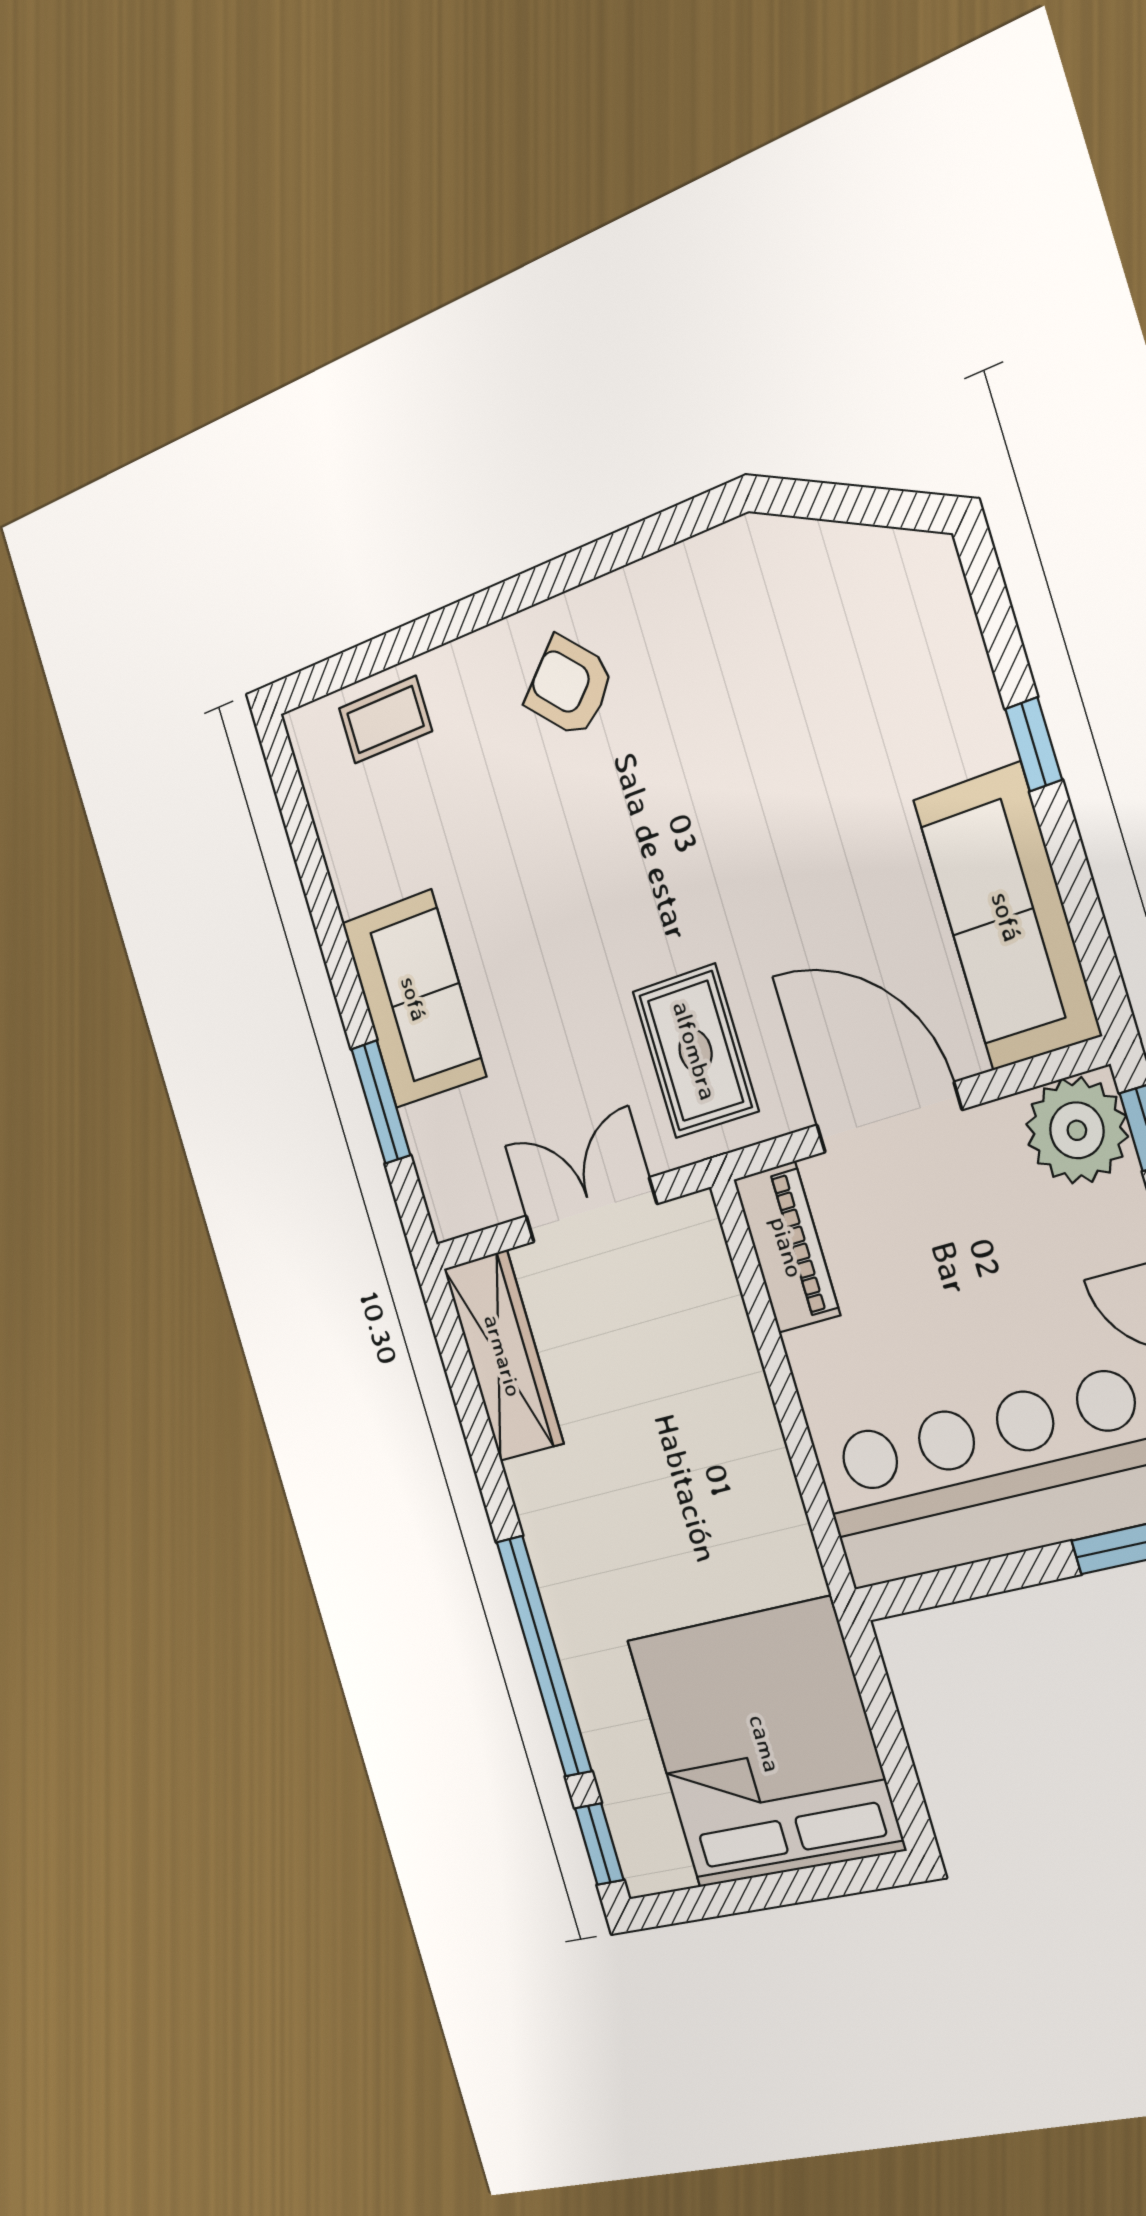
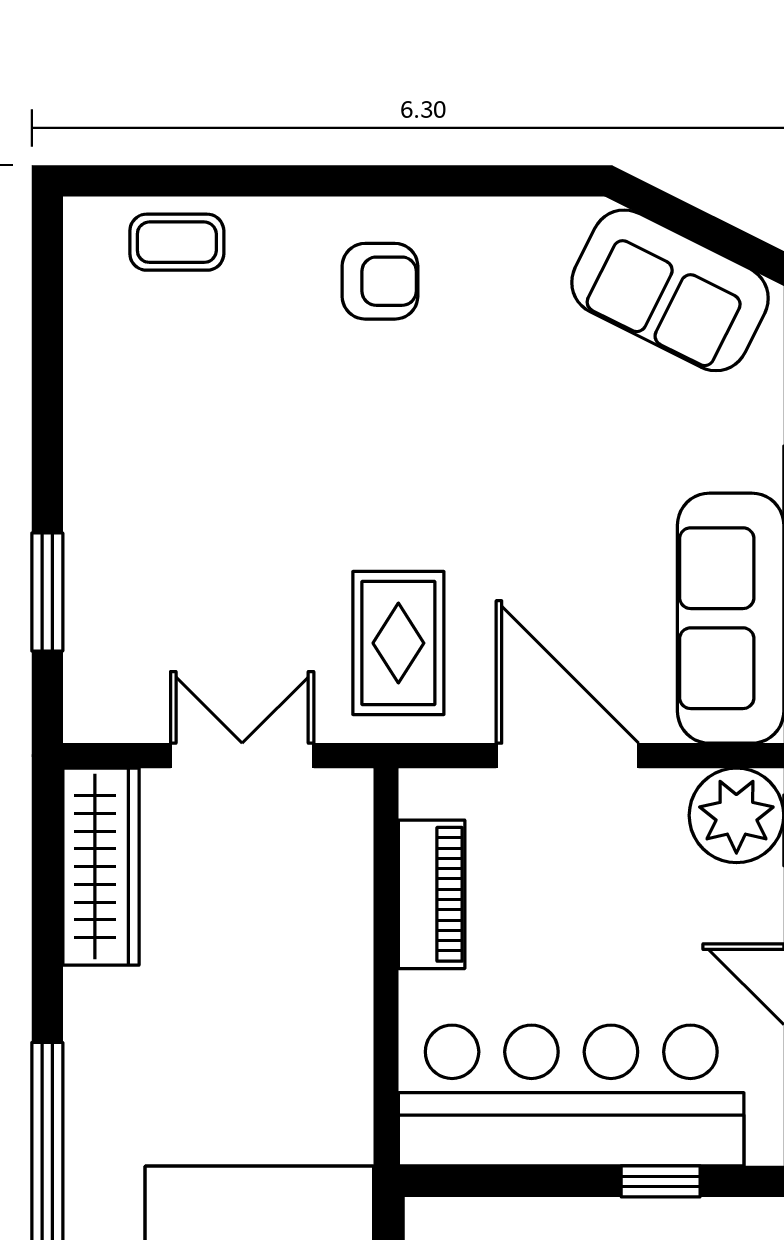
armchair: (569, 687) -> (380, 281), turned 134
sofa: (414, 999) -> (670, 290), moved, turned 117
piano: (787, 1247) -> (432, 894), moved

